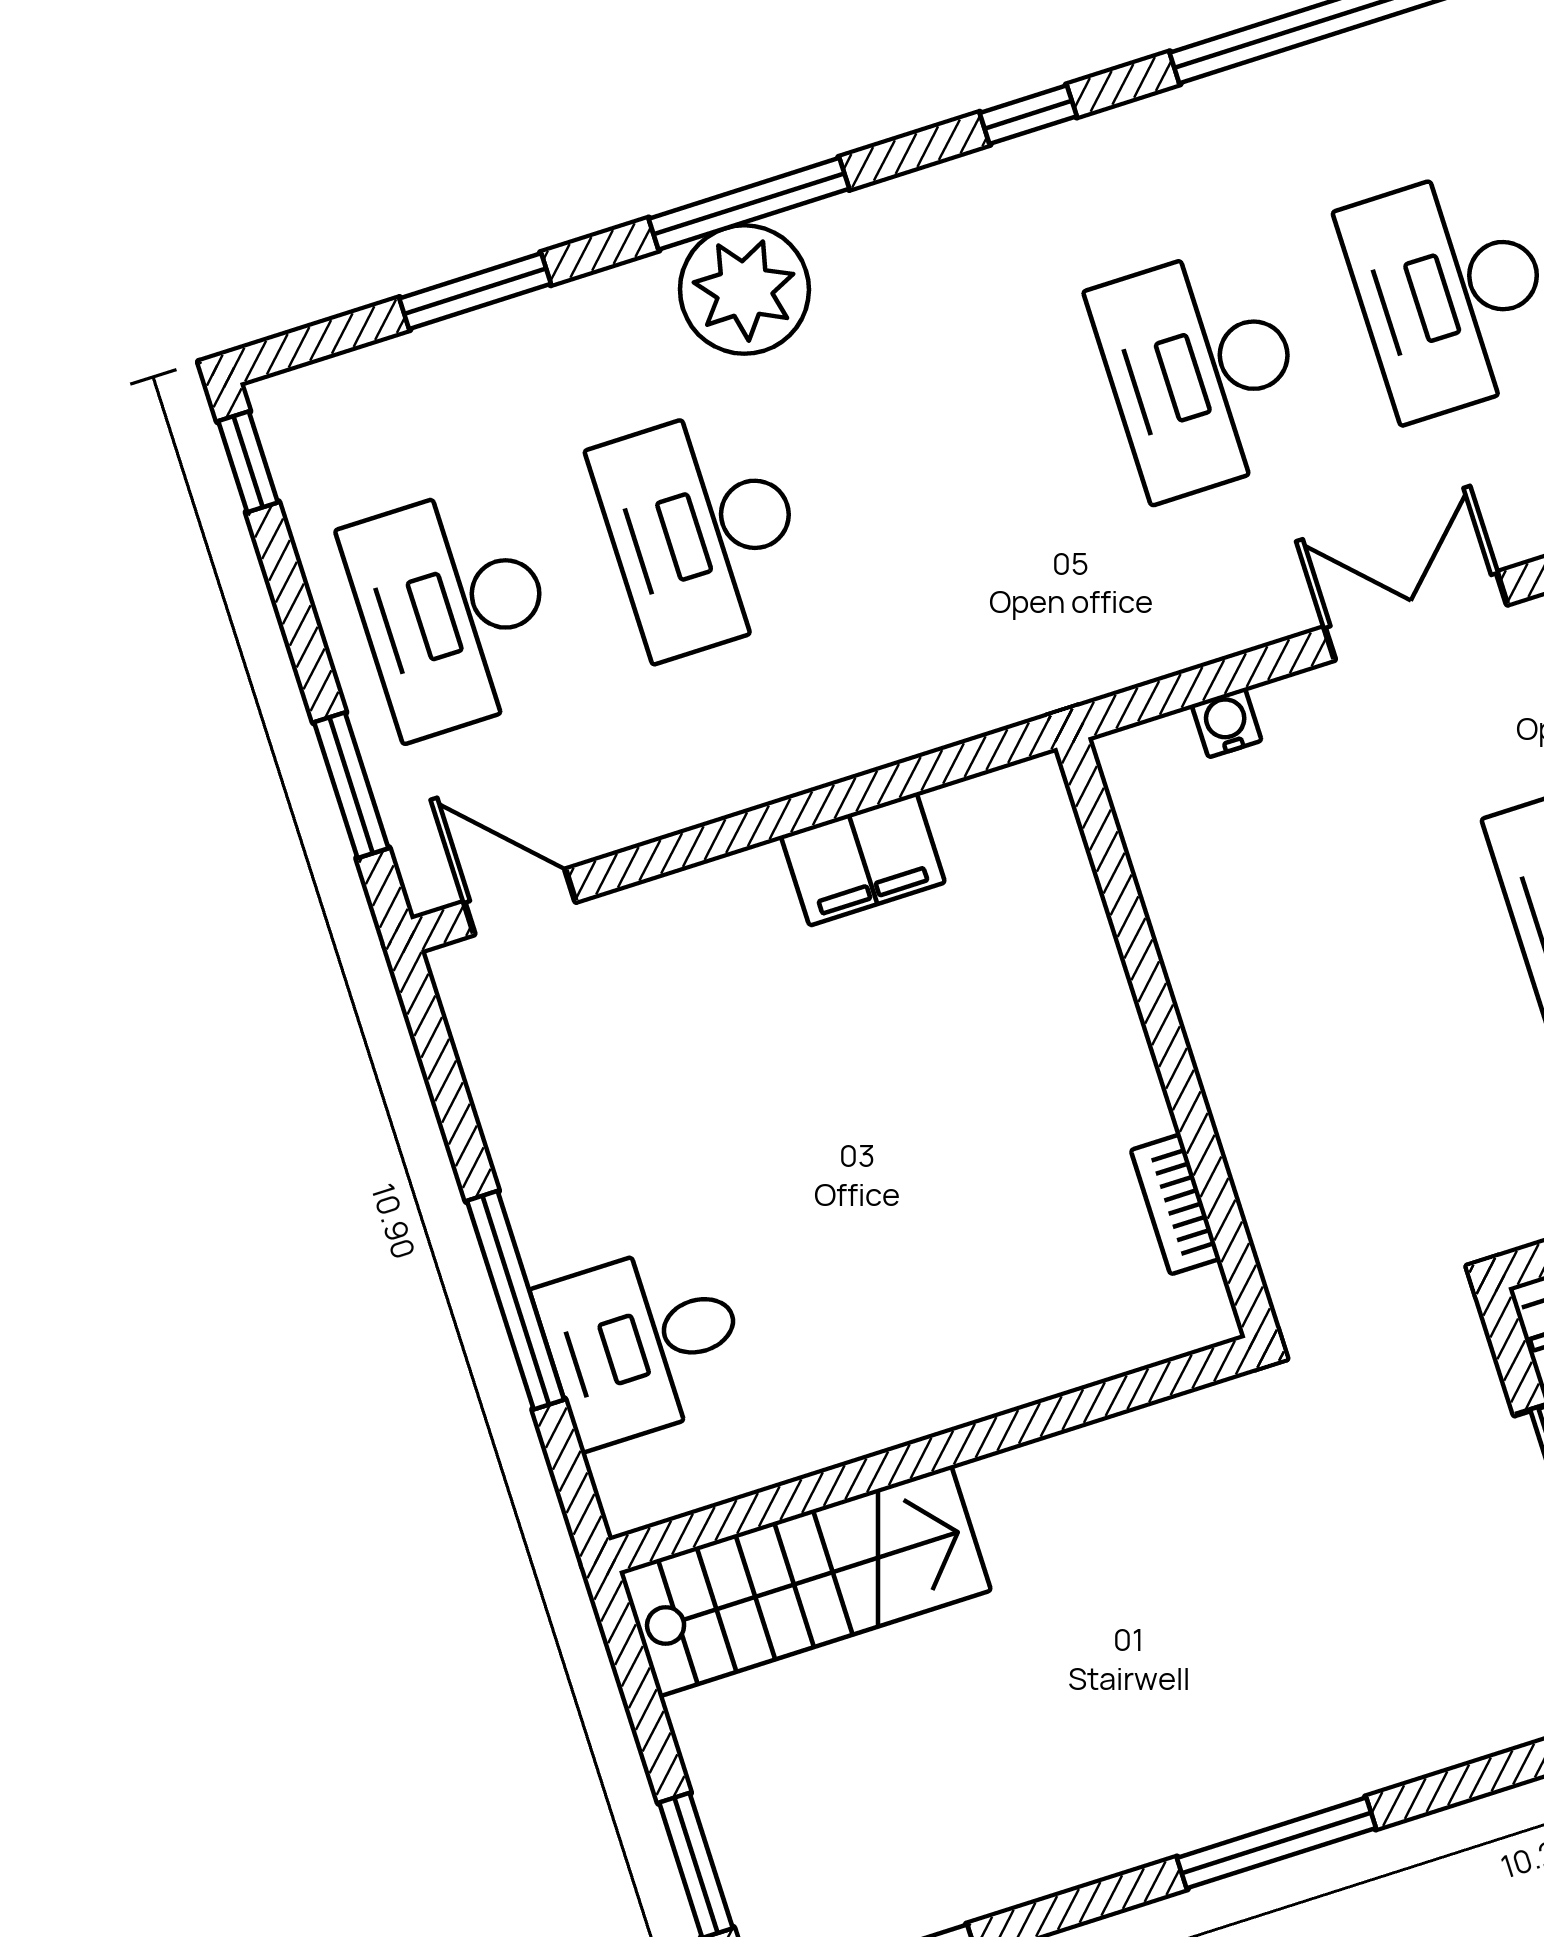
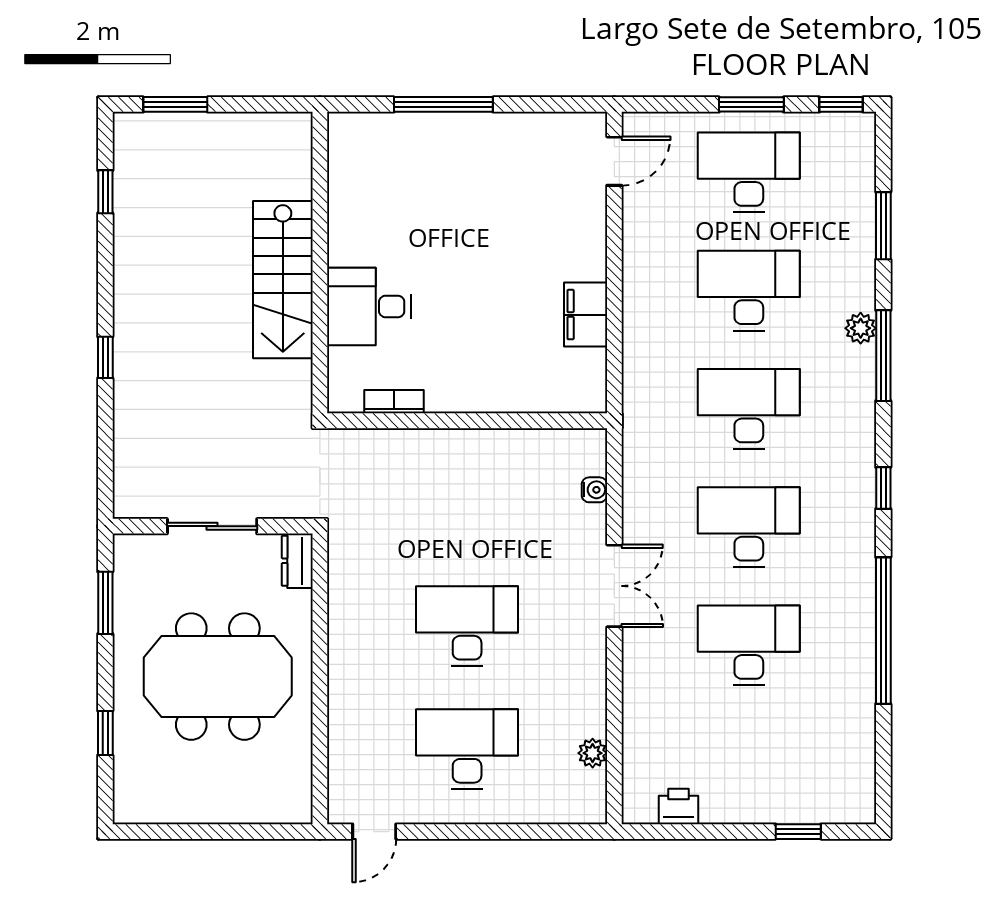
plant: (744, 290) -> (861, 328), width x0.53, depth x0.53
desk: (952, 451) -> (749, 409), added
window: (351, 785) -> (751, 104), moved
desk: (644, 1343) -> (369, 307), moved, turned -90
stairs: (805, 1581) -> (283, 280), moved
window: (1276, 1843) -> (105, 357), width x0.46

